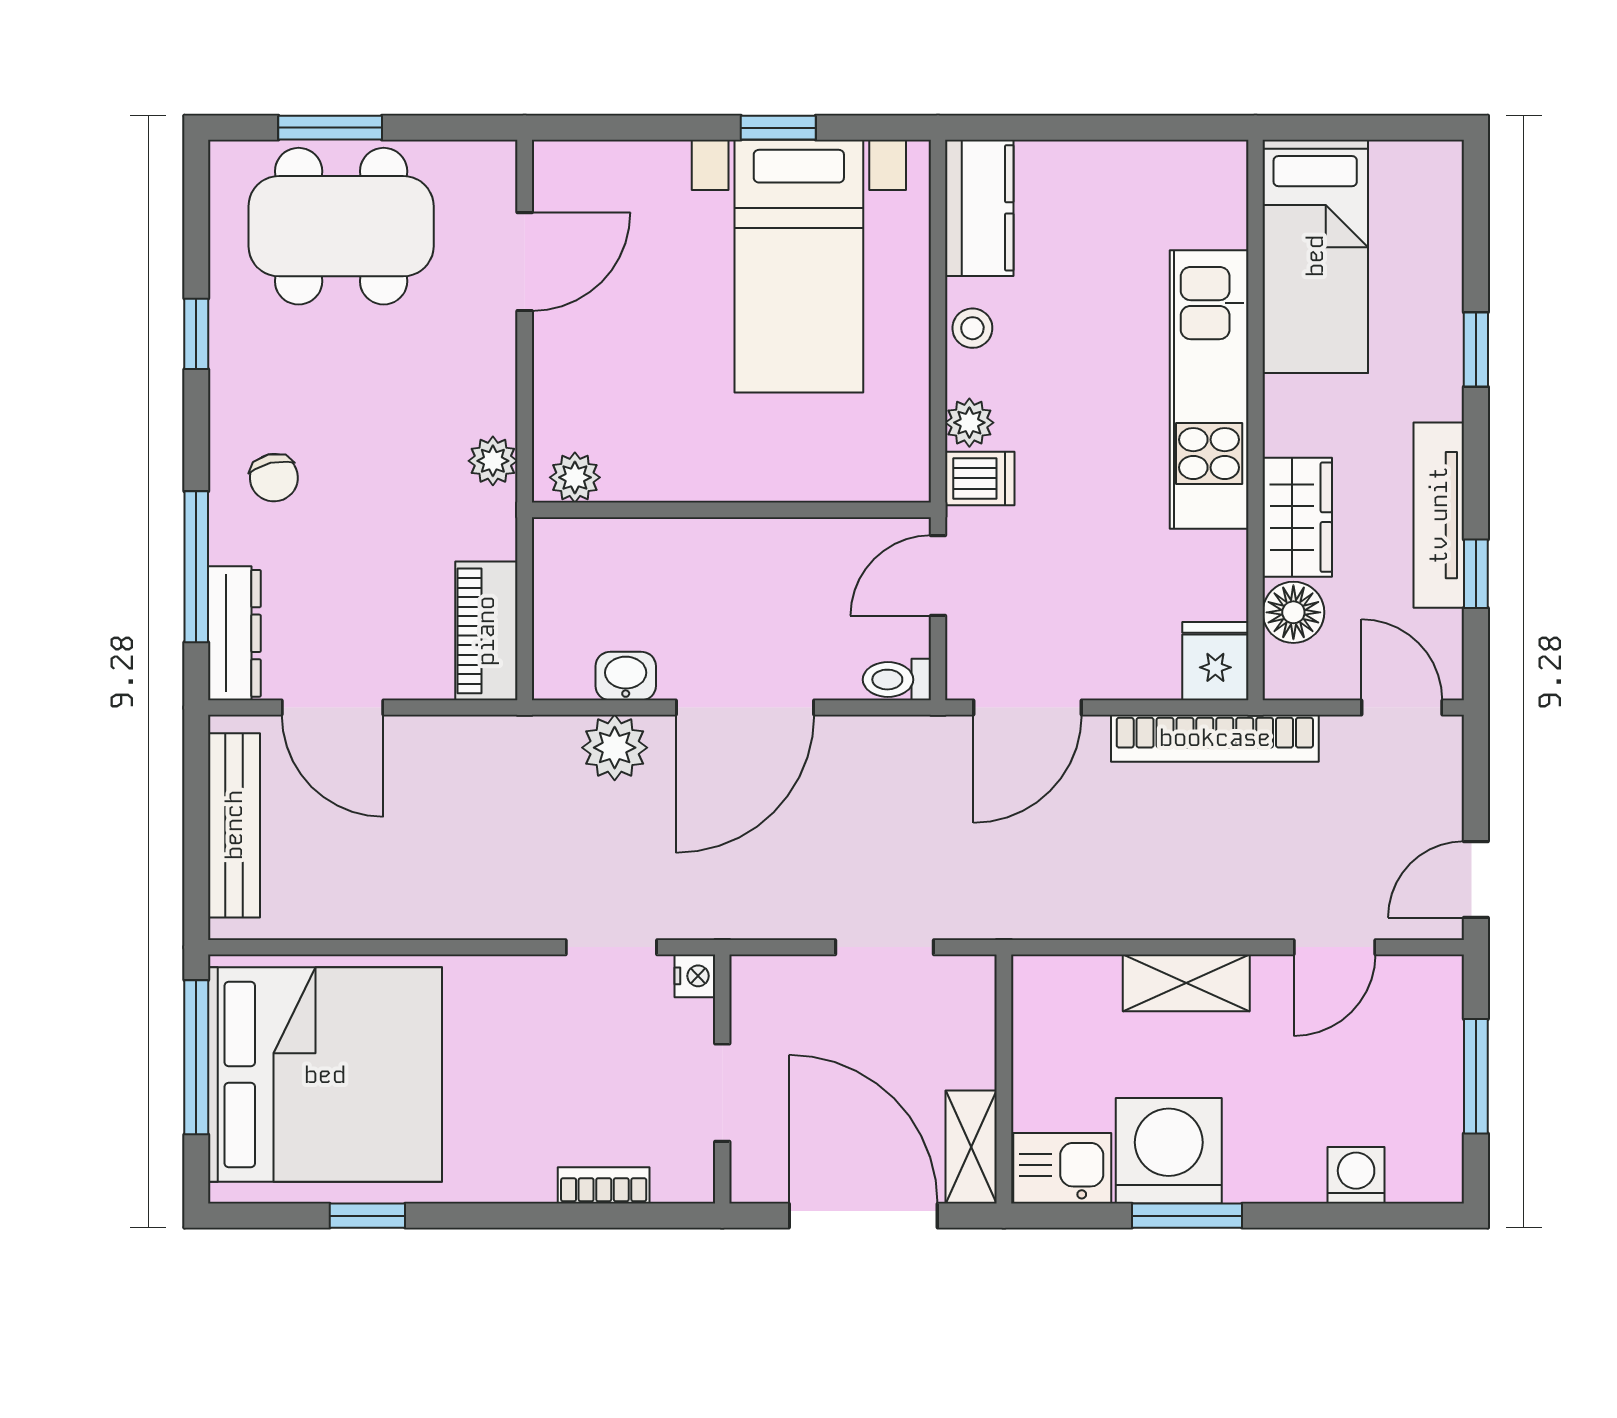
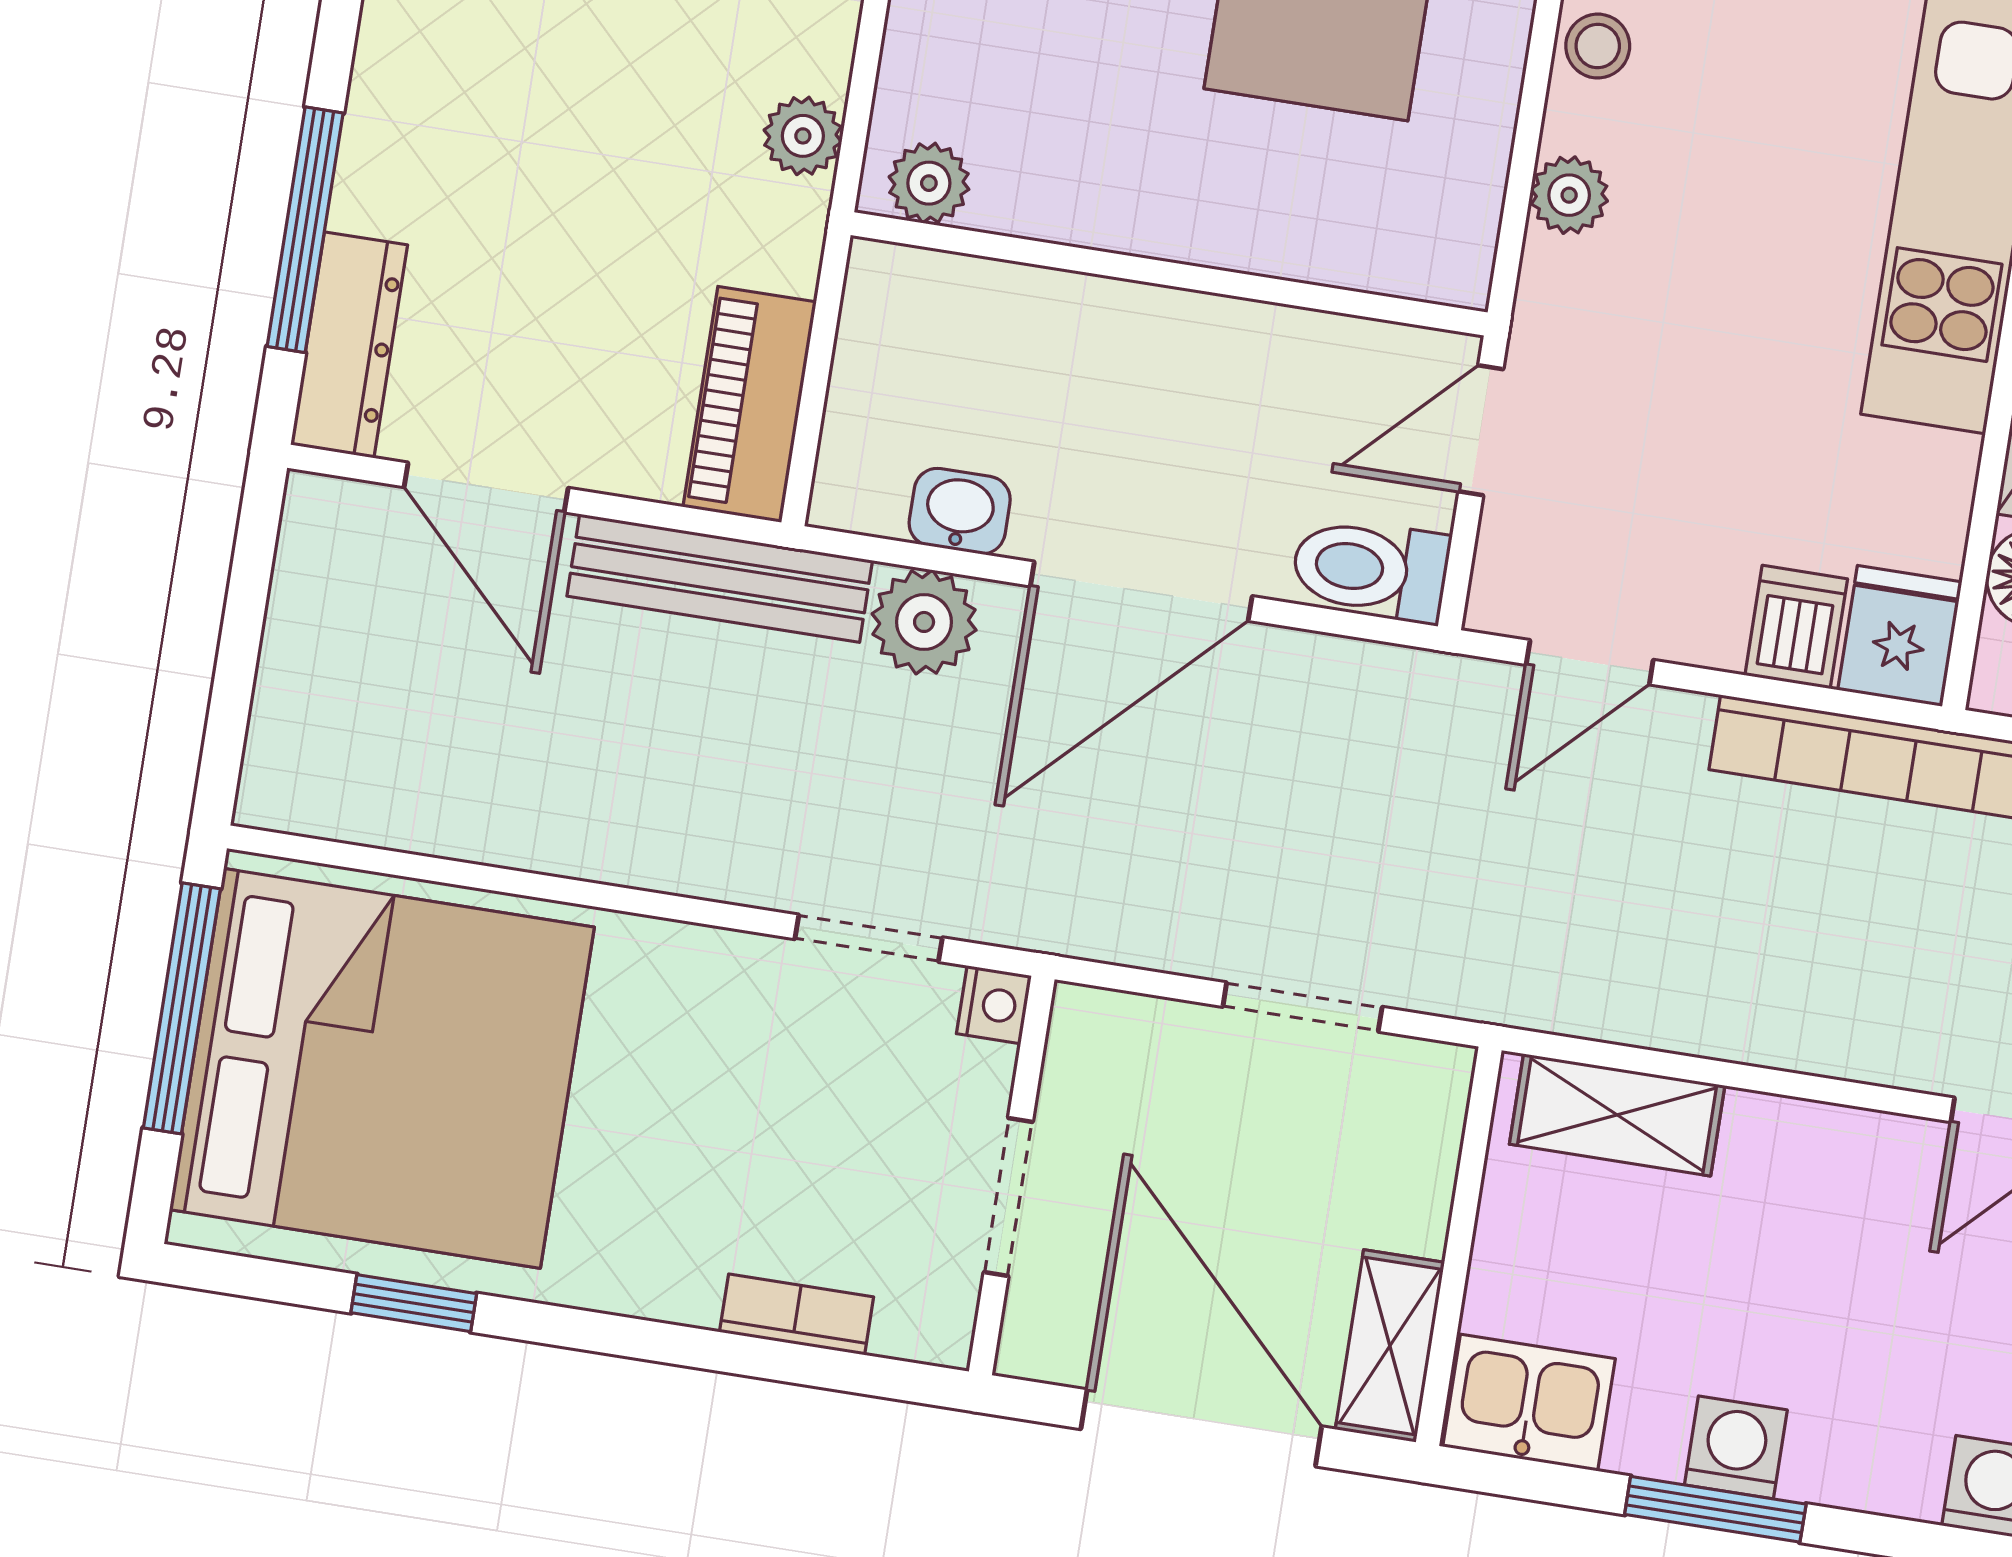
chair: (274, 478) -> (451, 108), removed
dishwasher: (980, 478) -> (1796, 627), moved, turned -90
toilet: (897, 680) -> (1370, 569), width x1.37, depth x1.39
door: (1027, 708) -> (1590, 662), width x0.73
bench: (234, 825) -> (720, 578), moved, turned 90
shelving: (1186, 983) -> (1617, 1115), moved
washing machine: (1169, 1151) -> (1736, 1447), width x0.53, depth x0.53

